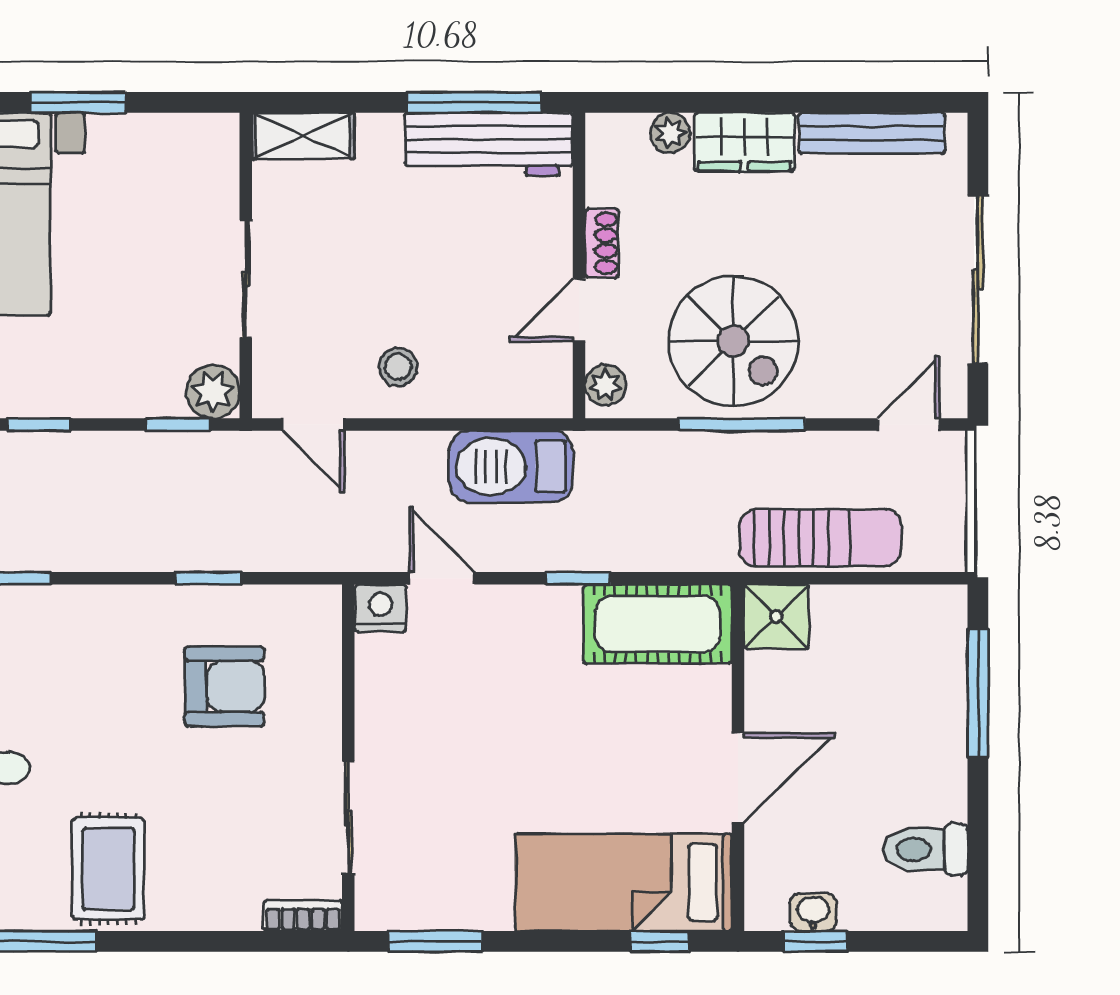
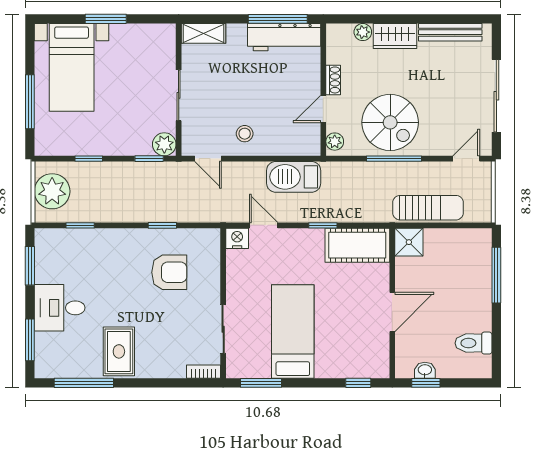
bed: (624, 882) -> (293, 332), moved, turned 90

